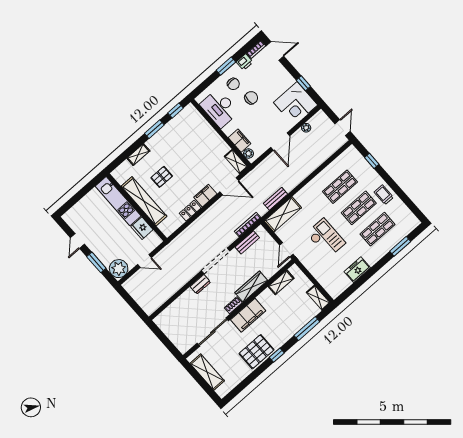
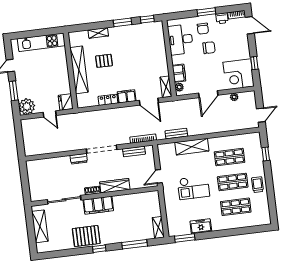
kitchen unit: (118, 201) -> (41, 42), moved, turned -90
shelving: (283, 214) -> (192, 147), moved
fridge: (142, 228) -> (66, 102), moved
checkout: (326, 238) -> (194, 188), turned 90
window: (400, 246) -> (185, 238), moved
shelving: (281, 282) -> (139, 198), removed

